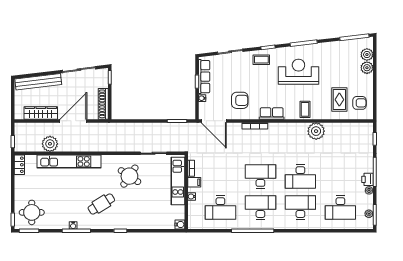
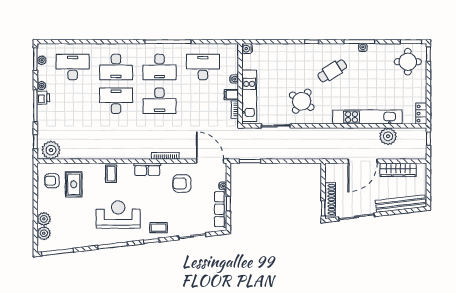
reception desk: (298, 72) -> (118, 215), turned 180
shoe rack: (103, 104) -> (330, 199), moved
plant: (316, 131) -> (51, 150), moved

